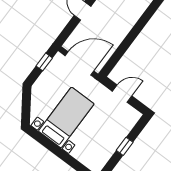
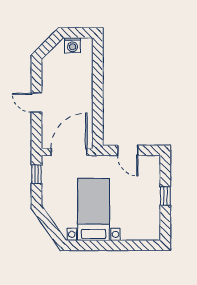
door: (122, 94) -> (128, 150), swing flipped

